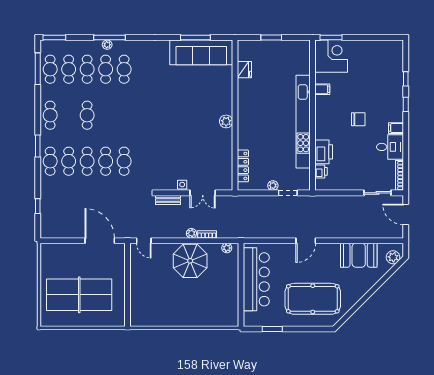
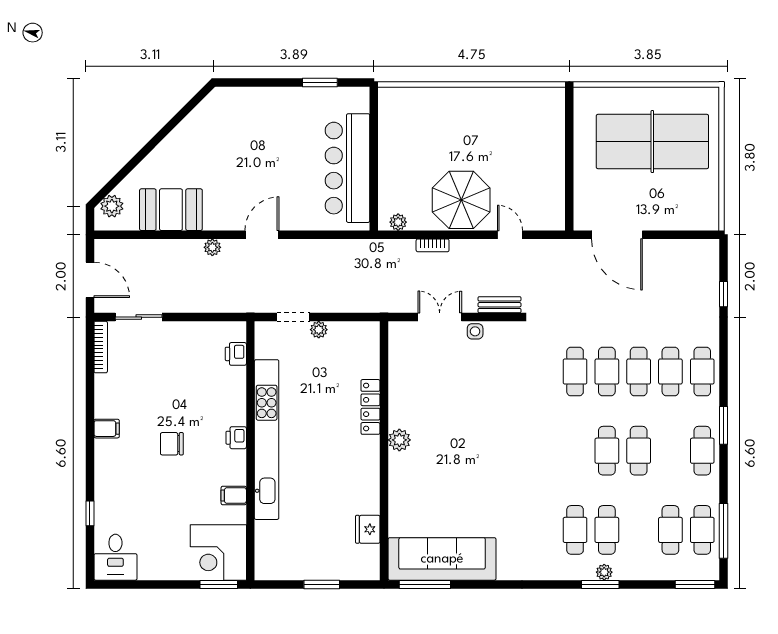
window: (109, 38) -> (600, 584), width x0.69
window: (195, 38) -> (425, 584), moved
cafe table: (87, 69) -> (607, 451), moved
window: (406, 104) -> (90, 469), removed
window: (38, 146) -> (724, 425), moved
desk: (390, 147) -> (115, 557), moved, turned -90
printer: (324, 152) -> (236, 438), moved, width x0.53, depth x0.68
locker: (243, 166) -> (370, 407), moved
plant: (191, 233) -> (212, 247), moved
door: (144, 241) -> (510, 235), moved
pool table: (313, 299) -> (250, 135), removed

